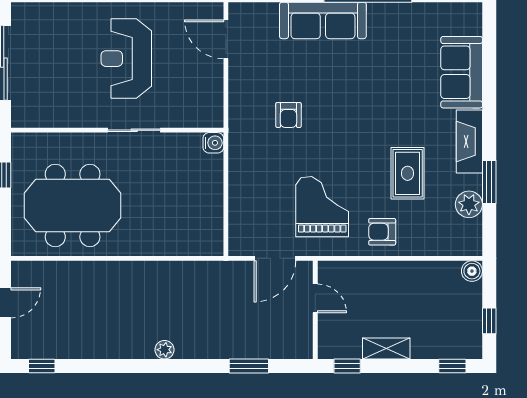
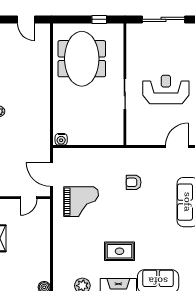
water cooler: (213, 143) -> (61, 139), moved
rug: (408, 173) -> (119, 251), moved
armchair: (382, 232) -> (67, 236), removed

